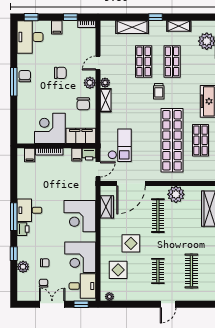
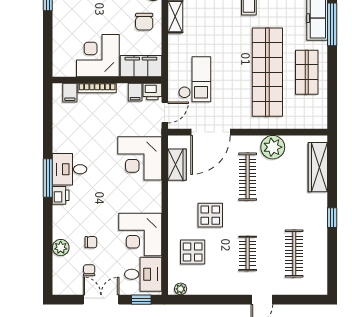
corner desk: (80, 216) -> (140, 158), moved
window: (14, 254) -> (48, 229), removed

